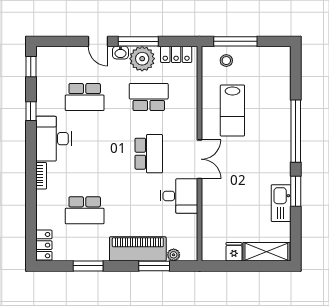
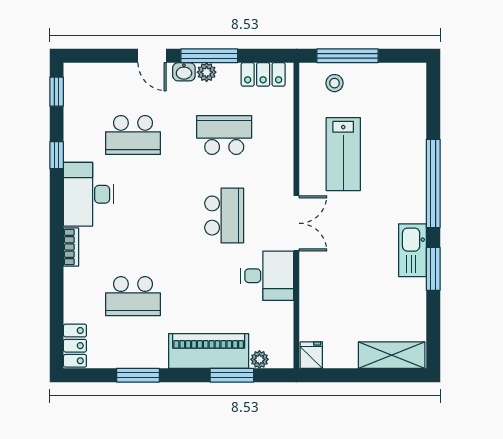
plant: (142, 59) -> (207, 72), width x0.53, depth x0.53
kitchen sink: (281, 203) -> (412, 250), moved
fridge: (234, 252) -> (311, 355), moved

